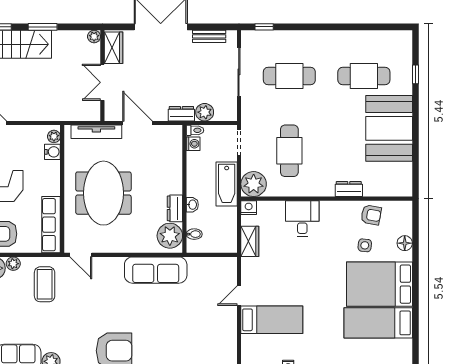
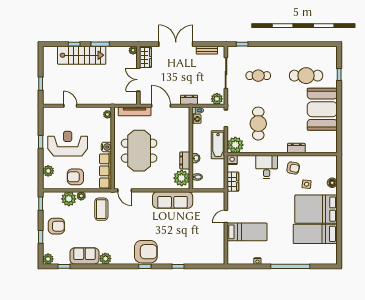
cafe table: (289, 76) -> (258, 76), width x0.73, depth x0.74
plant: (205, 112) -> (217, 99), moved
water cooler: (52, 152) -> (106, 147), moved
armchair: (371, 215) -> (293, 168), moved

